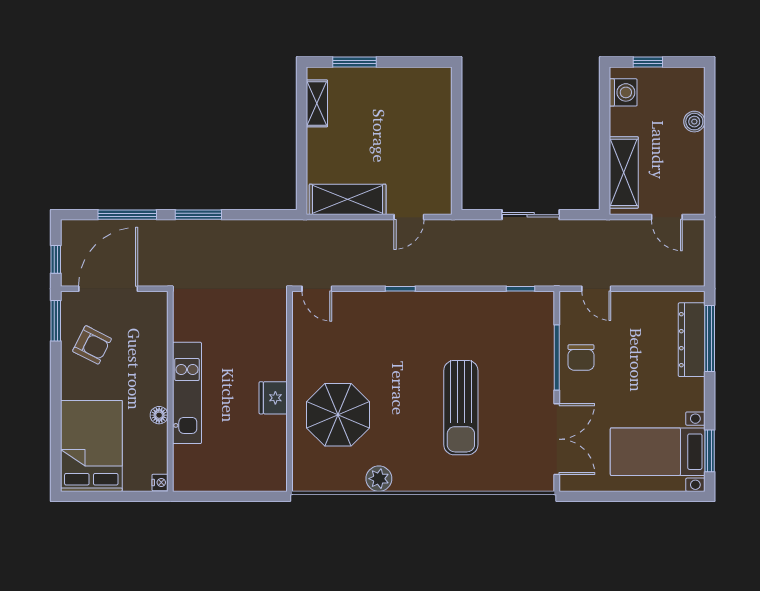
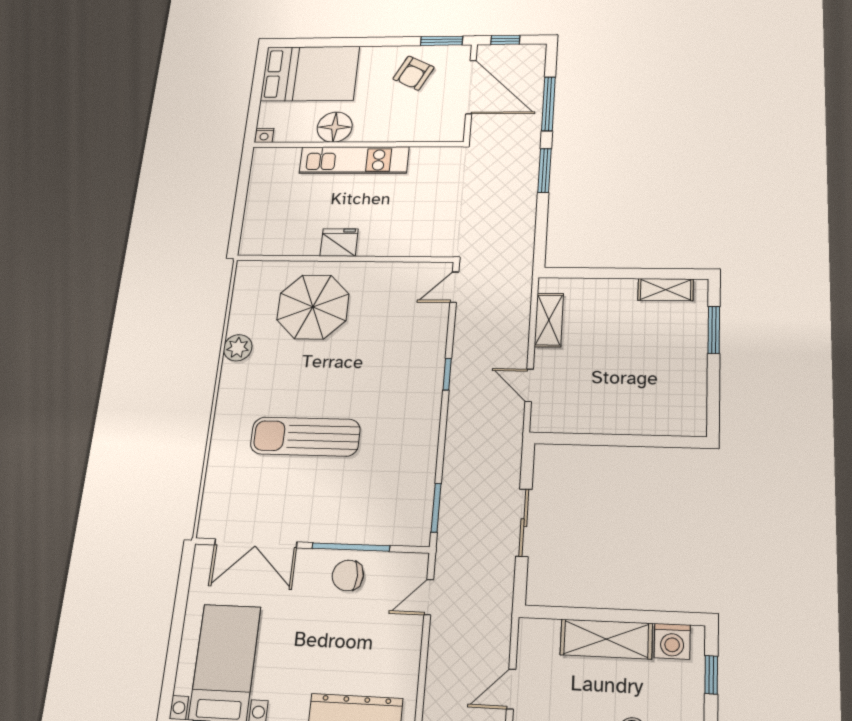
shelving: (624, 172) -> (606, 639), moved
shelving: (348, 199) -> (549, 320), width x0.67, depth x0.75
window: (521, 289) -> (436, 508), width x1.50
floor lamp: (159, 415) -> (335, 127), width x1.89, depth x1.89

